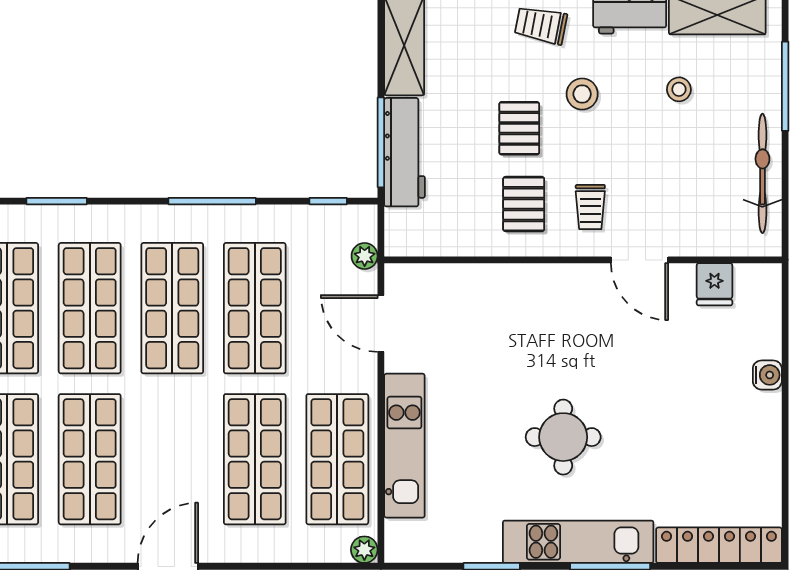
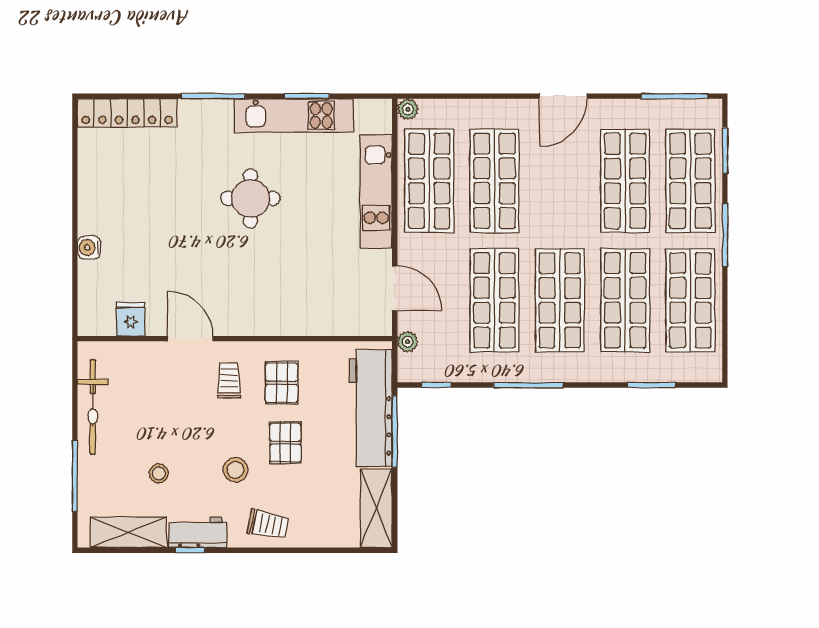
workbench: (405, 152) -> (371, 408), width x1.36, depth x1.32
kitchen unit: (578, 542) -> (294, 116), moved

